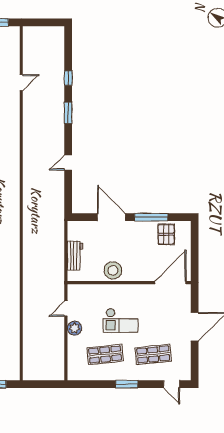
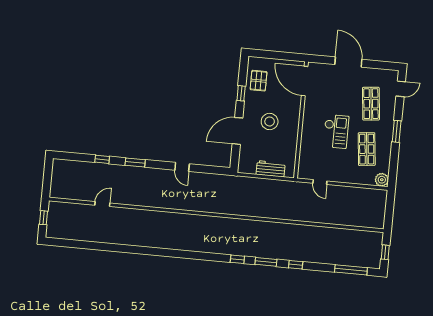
door: (21, 83) -> (102, 204), hinge flipped
window: (151, 217) -> (241, 93), width x0.46
pallet: (166, 234) -> (259, 81), turned 90
stool: (113, 270) -> (270, 121), moved
plant: (75, 328) -> (382, 180), moved

